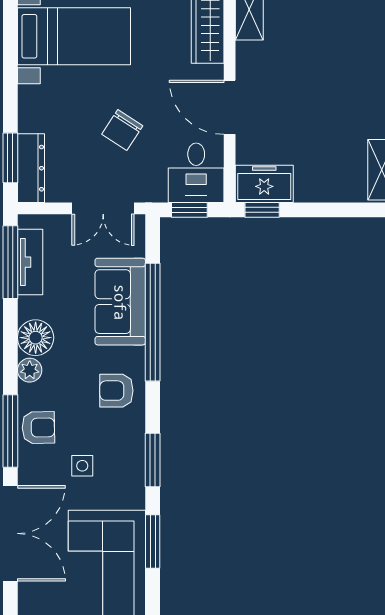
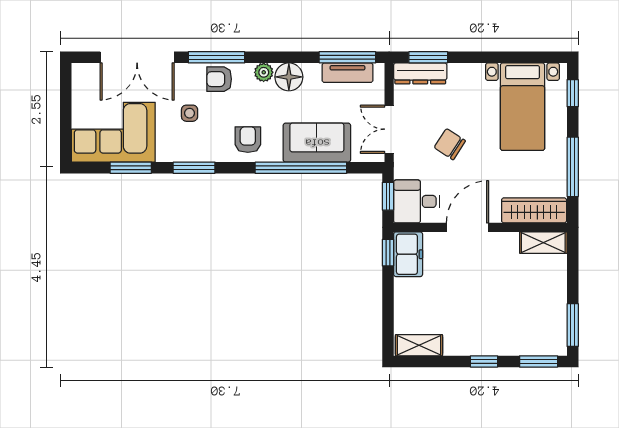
armchair: (38, 428) -> (219, 79), turned 91

